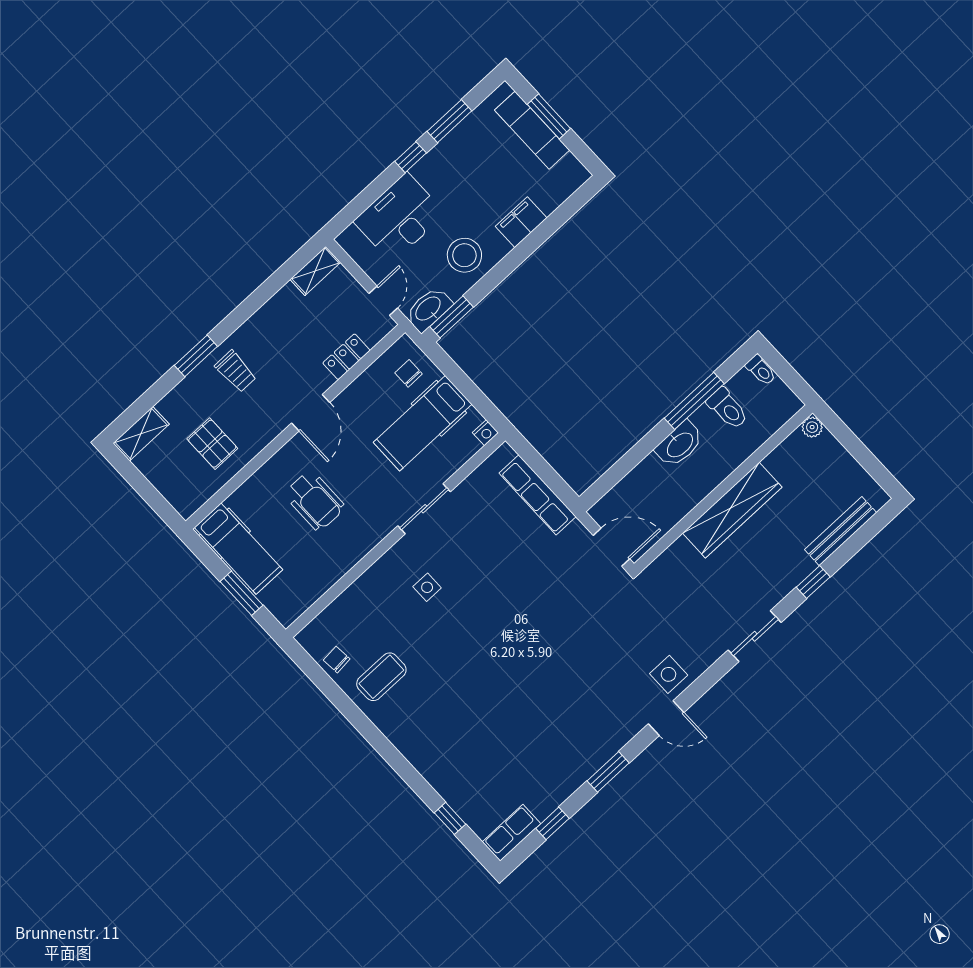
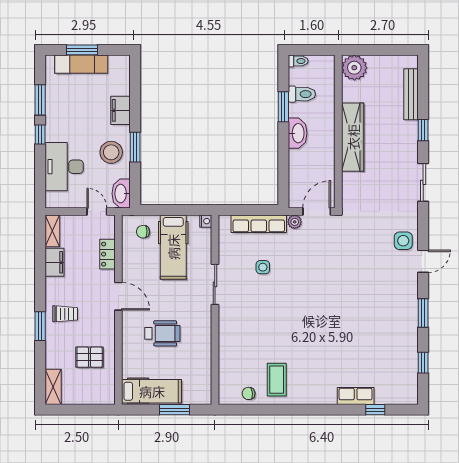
filing cabinet: (282, 306) -> (55, 262), added
window: (452, 317) -> (135, 147), moved
window: (694, 401) -> (283, 107), width x0.69
plant: (812, 427) -> (354, 68), width x1.87, depth x1.87
plant: (577, 533) -> (295, 222), added
side table: (427, 587) -> (263, 267), moved
row of seats: (512, 833) -> (356, 396), moved, turned 90

